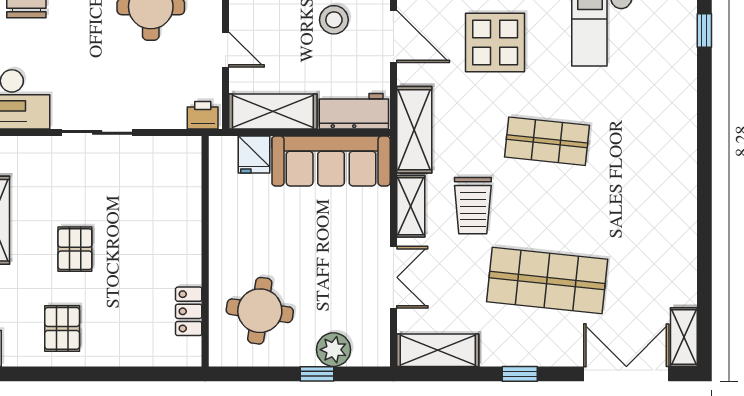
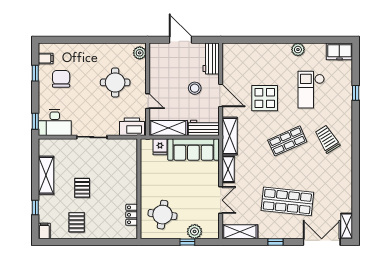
printer: (203, 115) -> (132, 127), width x1.87, depth x1.48
shop shelf: (547, 141) -> (287, 141), turned -30
trolley: (473, 206) -> (327, 139), moved, turned 148

